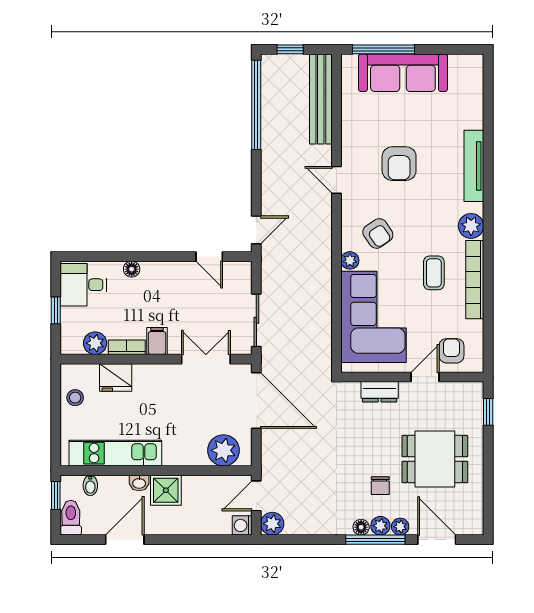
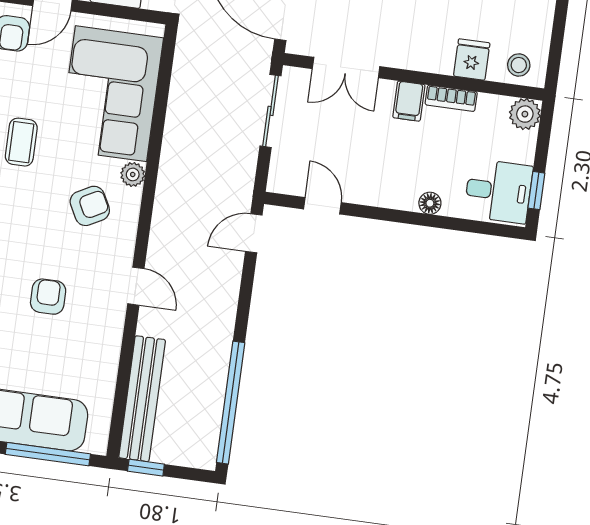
window: (290, 49) -> (146, 468), moved
armchair: (399, 164) -> (48, 297), width x0.72, depth x0.72
armchair: (378, 233) -> (90, 206), turned 96
window: (56, 310) -> (536, 191), moved
plant: (95, 343) -> (525, 114), moved
fridge: (116, 377) -> (472, 60), width x0.72
stool: (75, 398) -> (519, 65), moved

